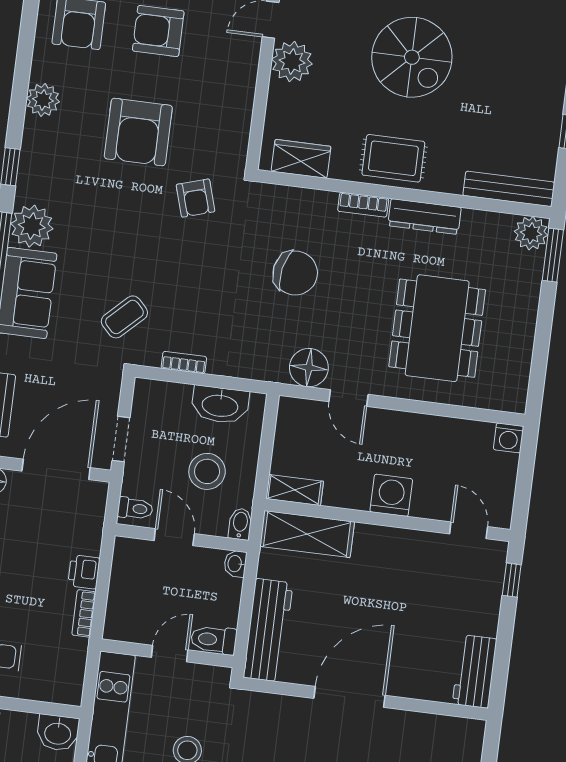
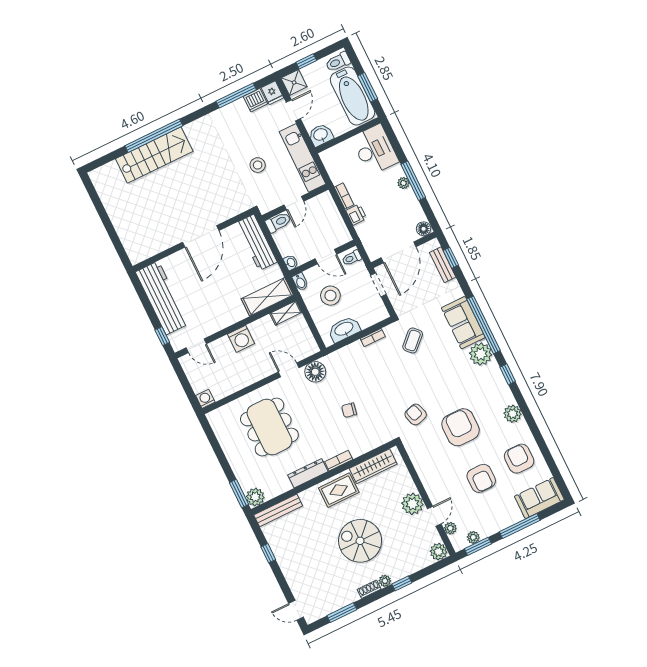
armchair: (158, 31) -> (481, 478), turned 90
wardrobe: (301, 159) -> (373, 466), width x1.50
chair: (295, 273) -> (349, 410), width x0.54, depth x0.54
workbench: (475, 671) -> (162, 298), width x1.88, depth x1.32

